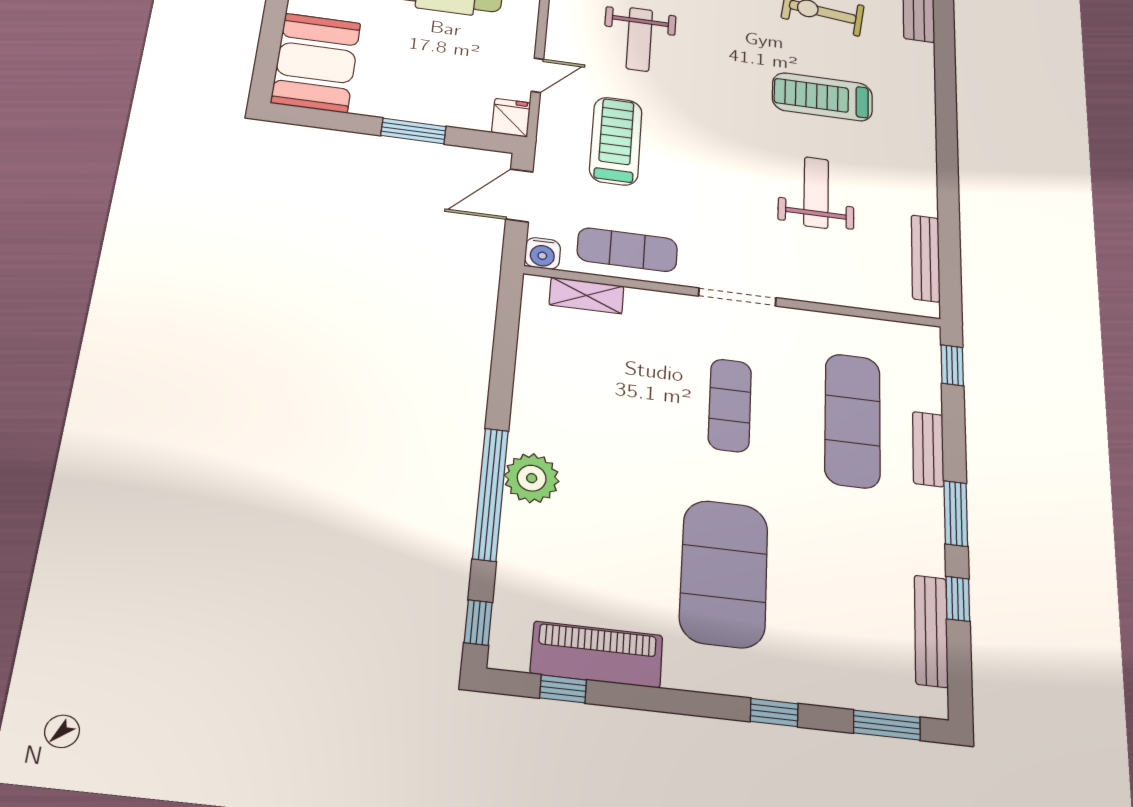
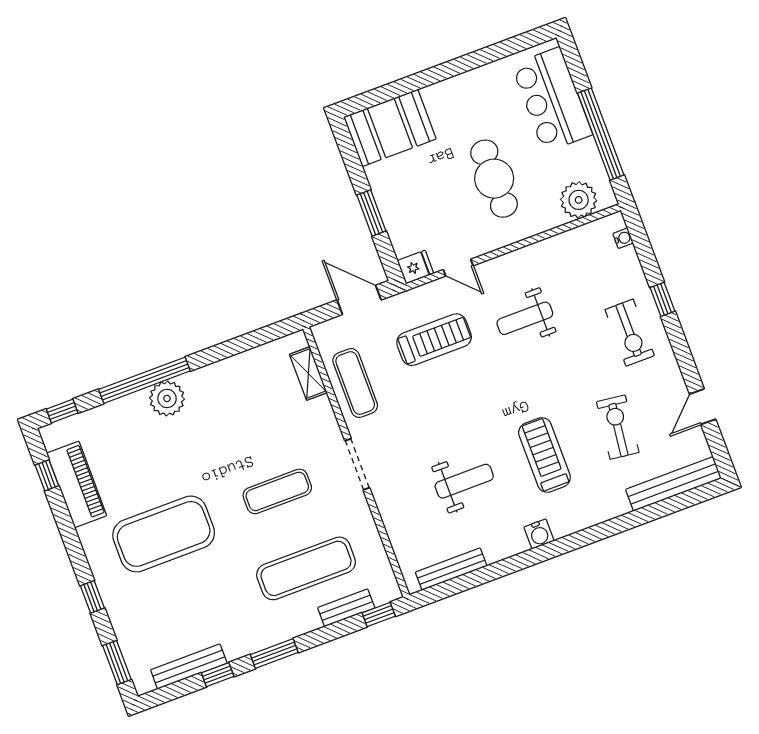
water cooler: (543, 253) -> (539, 534), moved, turned -90
bench: (928, 449) -> (346, 608), moved

